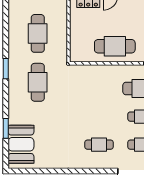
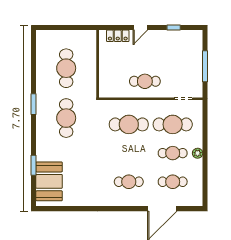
cafe table: (115, 46) -> (145, 81), width x0.73, depth x0.74
cafe table: (99, 89) -> (129, 124), added

